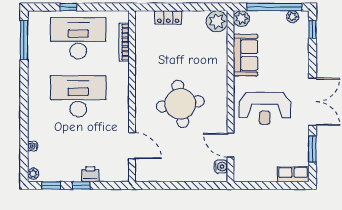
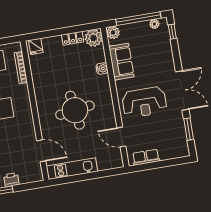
locker: (168, 17) -> (73, 38), moved
fridge: (146, 20) -> (36, 46), added
water cooler: (221, 167) -> (102, 69), moved
kitchen unit: (165, 173) -> (72, 169), added
row of seats: (293, 174) -> (146, 157), moved

